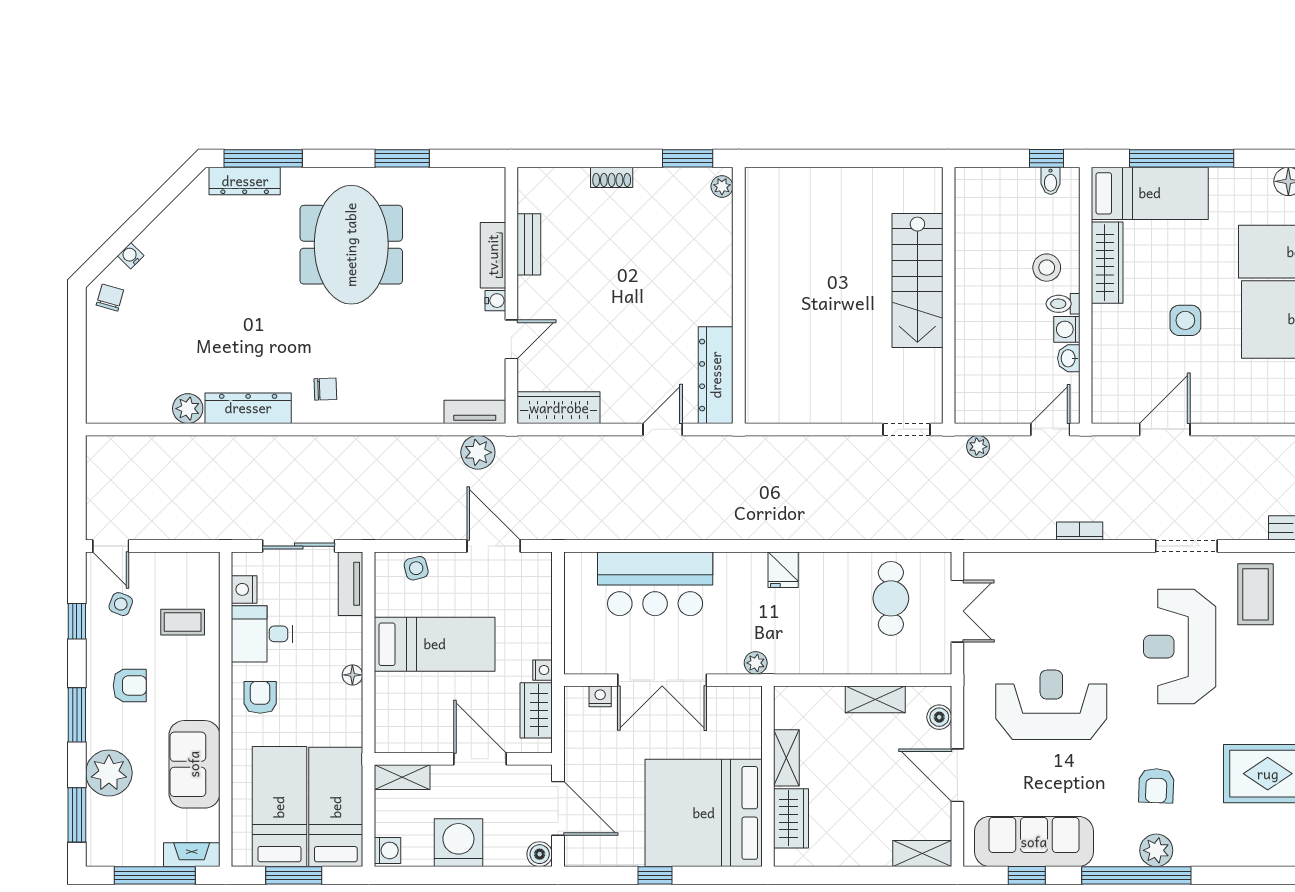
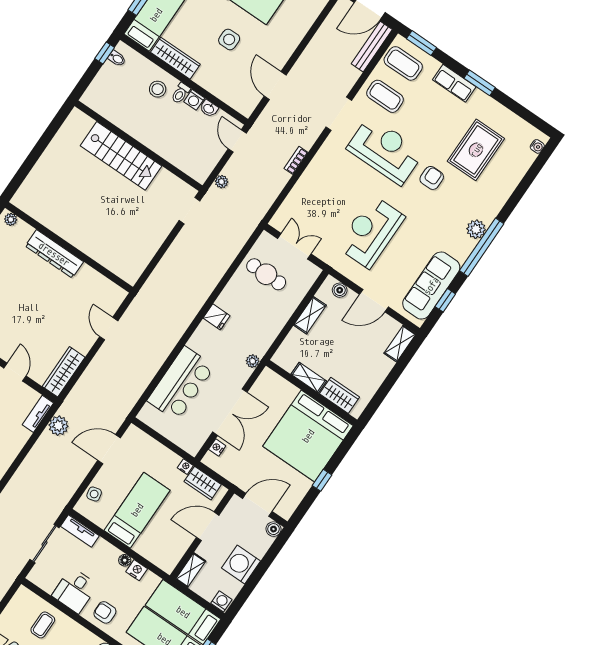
dresser: (716, 375) -> (54, 254), moved
nightstand: (244, 589) -> (137, 570), moved, turned 180
reception desk: (1180, 647) -> (385, 150), turned 180
armchair: (1156, 786) -> (432, 178), moved, turned -92

